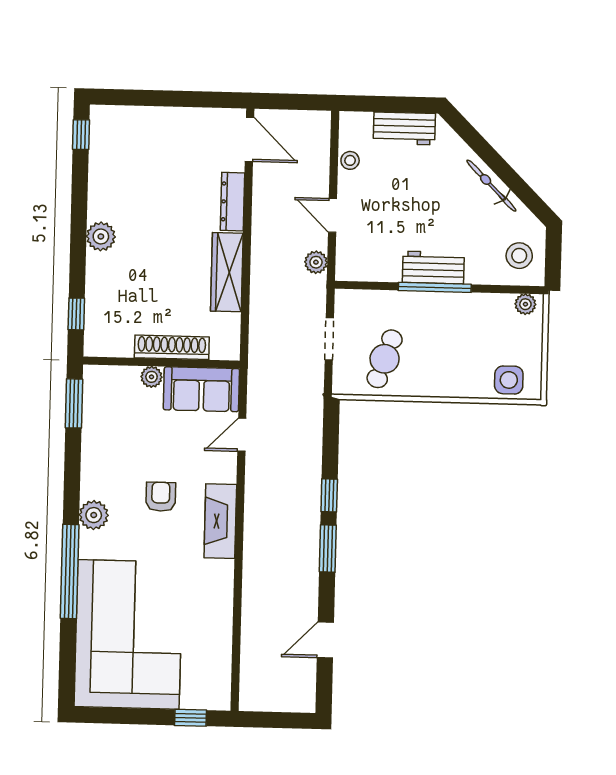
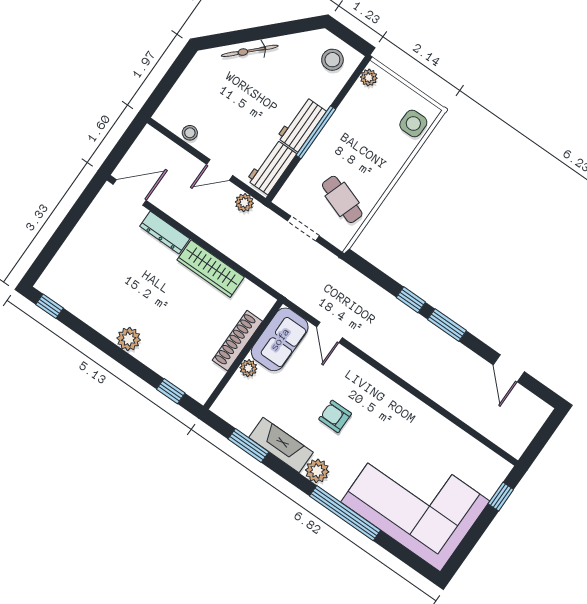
workbench: (404, 128) -> (272, 167), moved, turned 180
bicycle: (491, 186) -> (250, 51), moved
window: (74, 403) -> (248, 446), moved
fireplace: (220, 521) -> (281, 445), moved, turned 180

